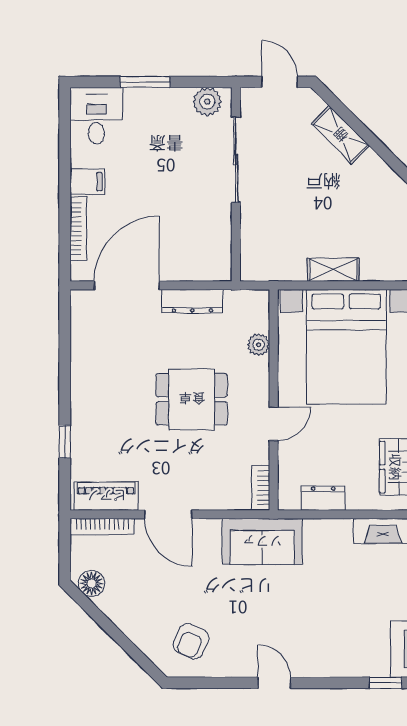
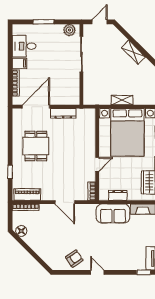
door: (280, 82) -> (100, 22), hinge flipped
desk: (96, 116) -> (24, 46), moved, turned -90
shelving: (340, 135) -> (133, 52), moved
plant: (259, 345) -> (91, 131), removed
dining table: (192, 399) -> (36, 146), moved, turned 90
door: (168, 514) -> (65, 202), moved
sofa: (262, 542) -> (113, 213), moved
armchair: (191, 641) -> (74, 259), moved, turned -148

